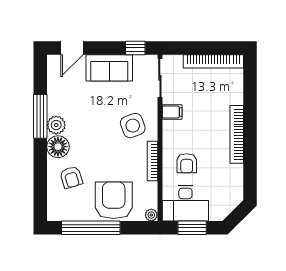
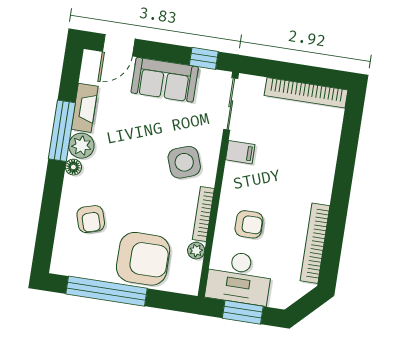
fireplace: (54, 97) -> (85, 108), added
bookcase: (237, 134) -> (315, 243), moved
floor lamp: (58, 147) -> (73, 167), width x0.53, depth x0.53
armchair: (187, 163) -> (249, 224), turned -90
armchair: (114, 200) -> (143, 259), turned 90
plant: (151, 215) -> (196, 251), moved

